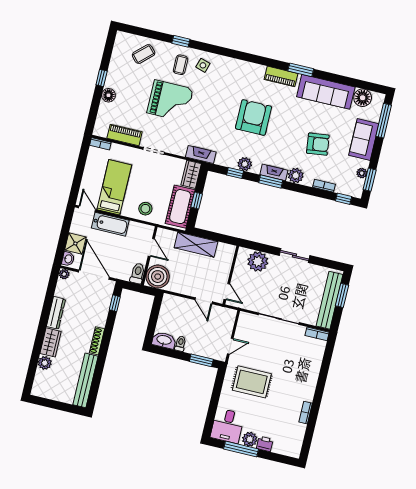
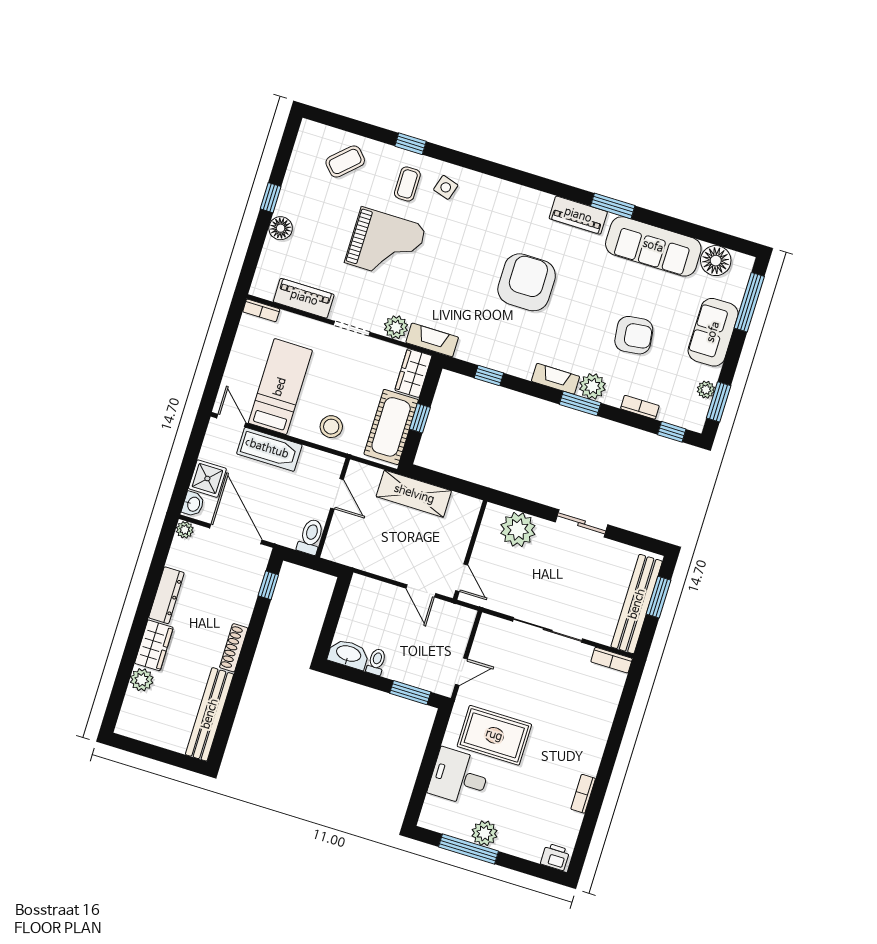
plant: (245, 164) -> (396, 327), moved
window: (271, 182) -> (580, 404), moved
boiler: (158, 277) -> (345, 544), removed
desk: (227, 426) -> (459, 777), moved, turned 90
printer: (265, 444) -> (555, 857), moved

